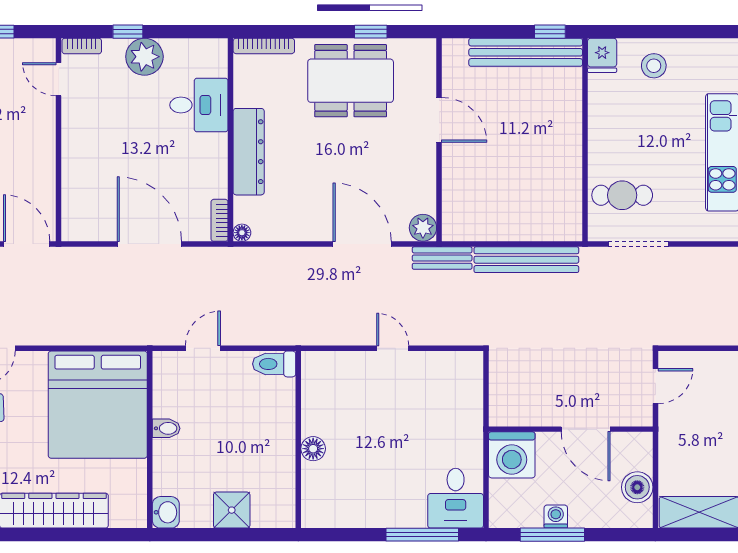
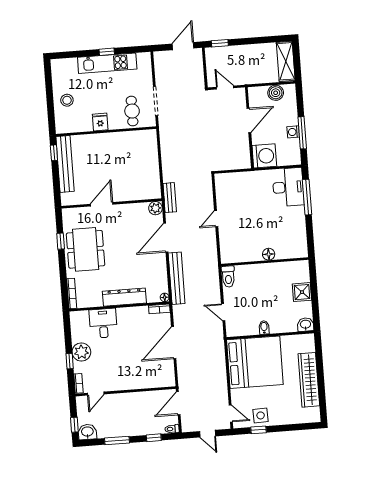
fridge: (602, 55) -> (100, 122), moved, turned -90
bench: (526, 260) -> (177, 278), moved
desk: (456, 498) -> (288, 187), width x1.37

